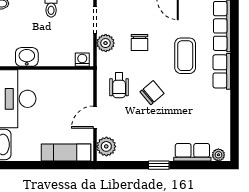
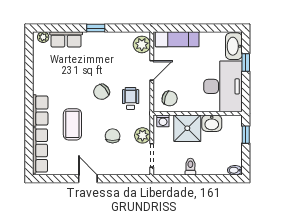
shower: (55, 51) -> (187, 128), added
chair: (75, 85) -> (170, 98), added

